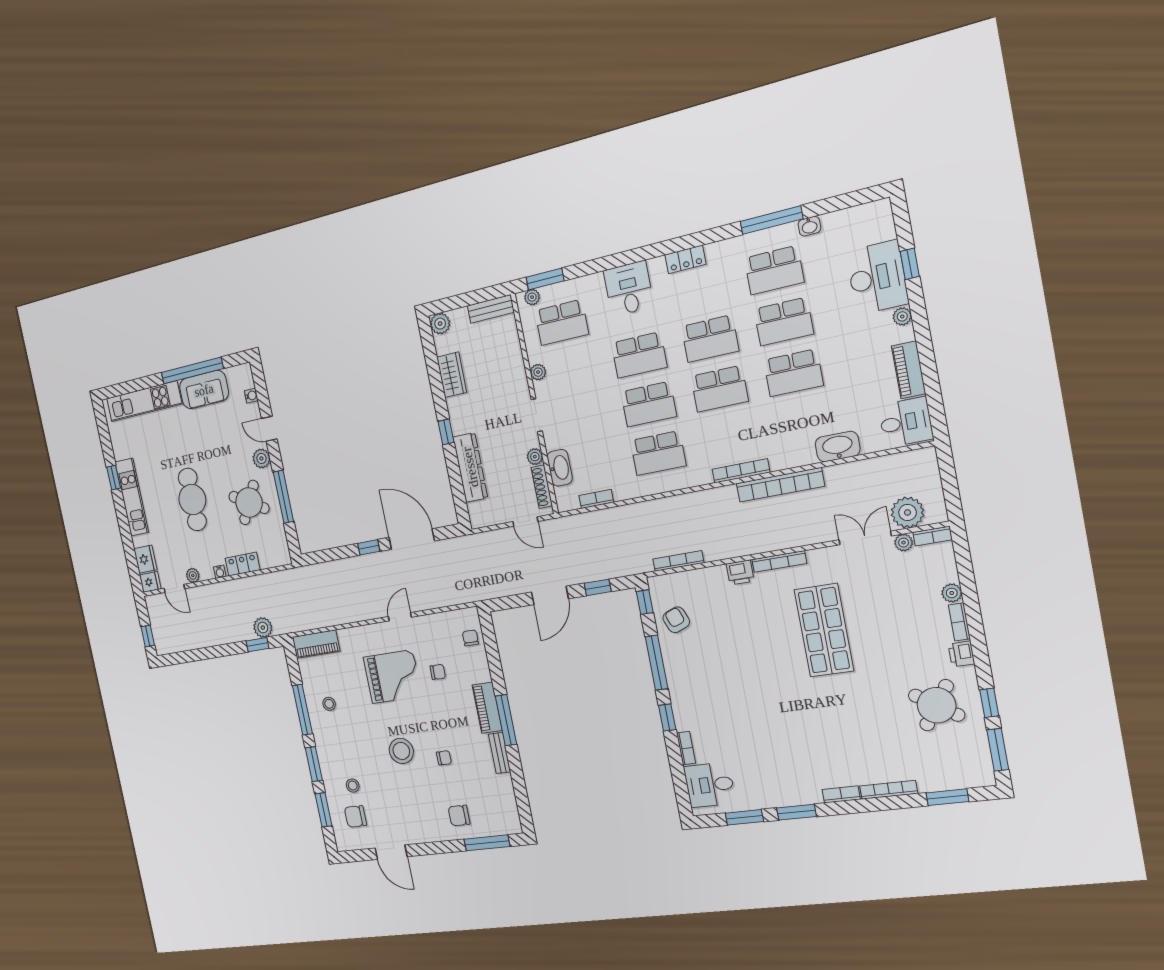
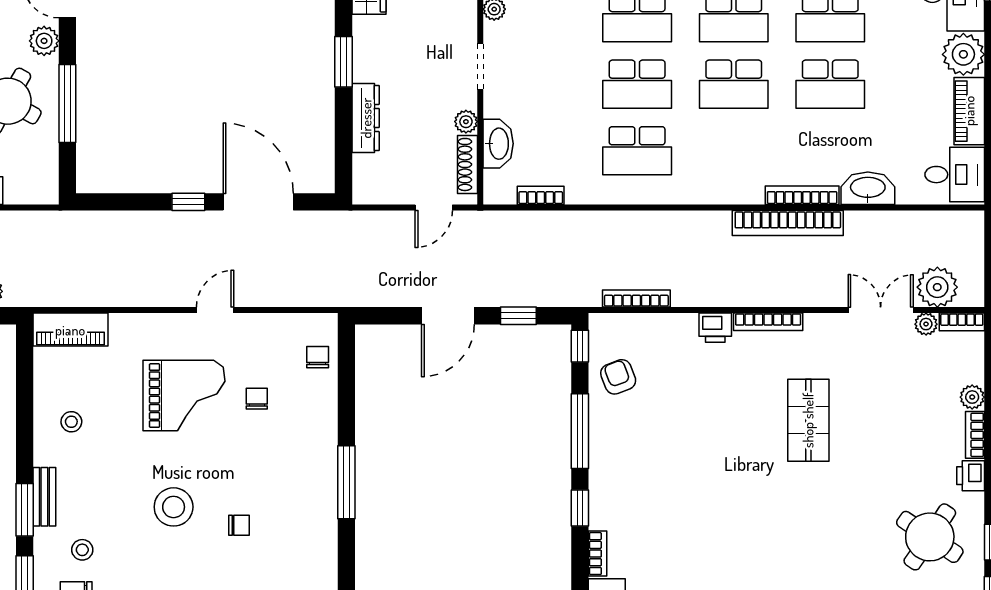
plant: (902, 316) -> (963, 54), width x1.88, depth x1.88
window: (446, 432) -> (344, 62), width x1.50
dresser: (470, 467) -> (366, 118), width x0.73, depth x0.80
bookcase: (741, 471) -> (802, 195), moved
door: (525, 521) -> (434, 208), hinge flipped
shop shelf: (824, 630) -> (808, 420), width x0.70, depth x0.74
chair: (438, 672) -> (257, 399), turned -91
piano: (487, 708) -> (322, 460), removed
window: (302, 710) -> (25, 425), removed
bench: (500, 753) -> (44, 497), moved

